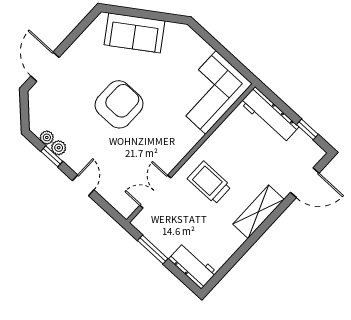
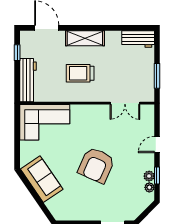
sofa: (134, 33) -> (42, 179), moved
armchair: (119, 104) -> (96, 165), turned -66
trolley: (209, 183) -> (80, 73), moved, turned 90
workbench: (193, 266) -> (138, 39), moved, turned -90

